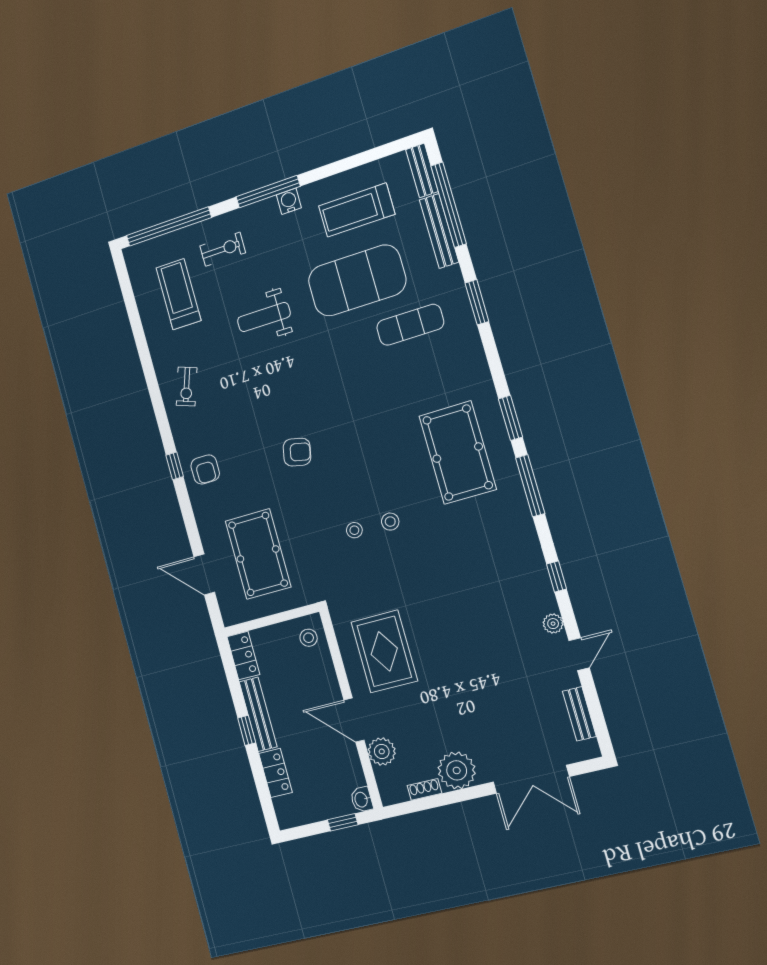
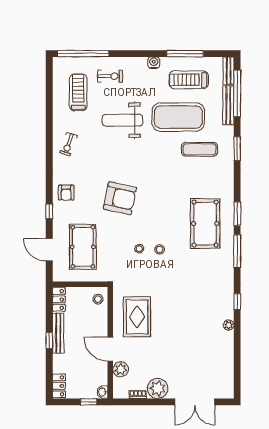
window: (268, 192) -> (185, 54), moved
weight bench: (264, 317) -> (122, 120), width x1.36, depth x1.33
armchair: (297, 452) -> (120, 198), width x1.88, depth x1.88
window: (175, 466) -> (49, 211), moved
door: (579, 654) -> (237, 344), removed
bench: (579, 714) -> (229, 374), removed
locker: (275, 773) -> (59, 386), moved

